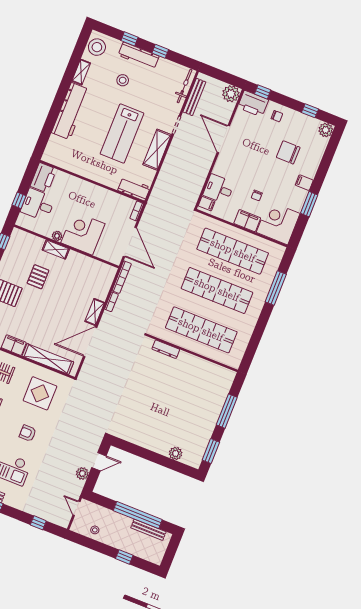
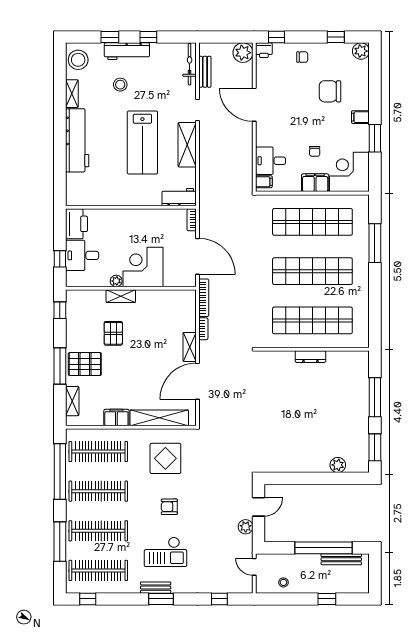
bench: (194, 97) -> (205, 72), width x0.73
printer: (253, 104) -> (264, 50), width x0.53, depth x0.68
dresser: (166, 349) -> (310, 357), moved

